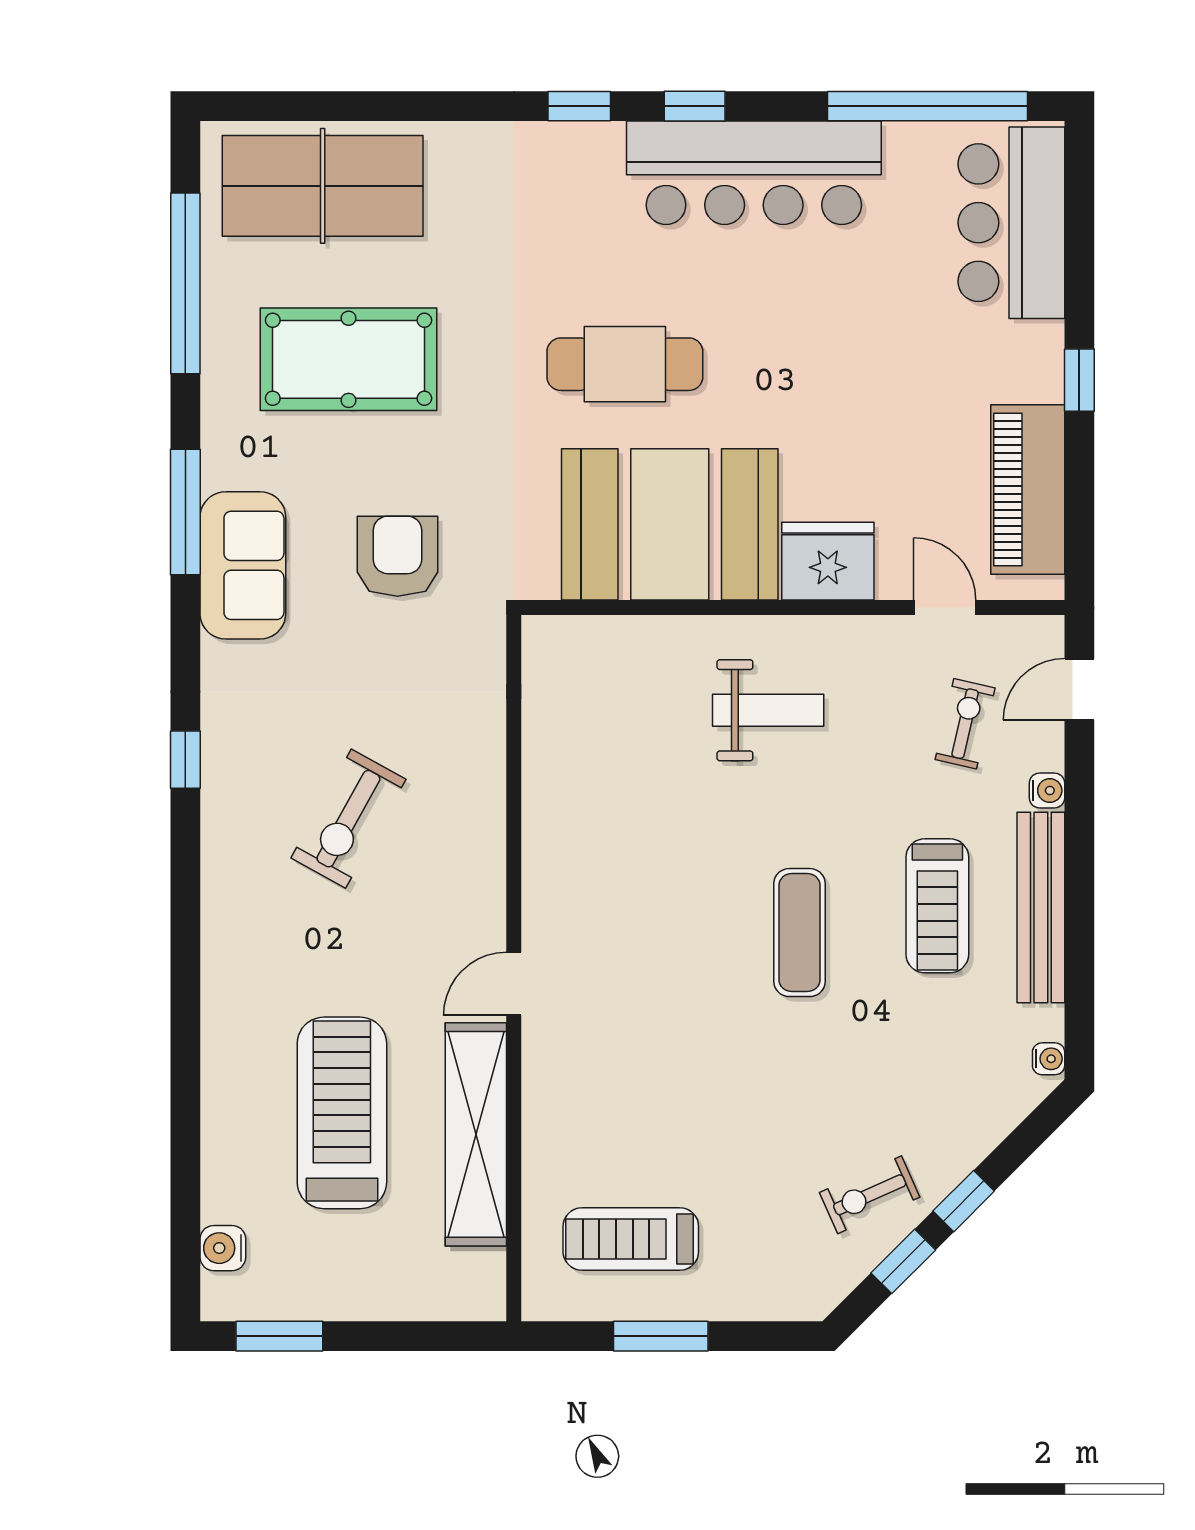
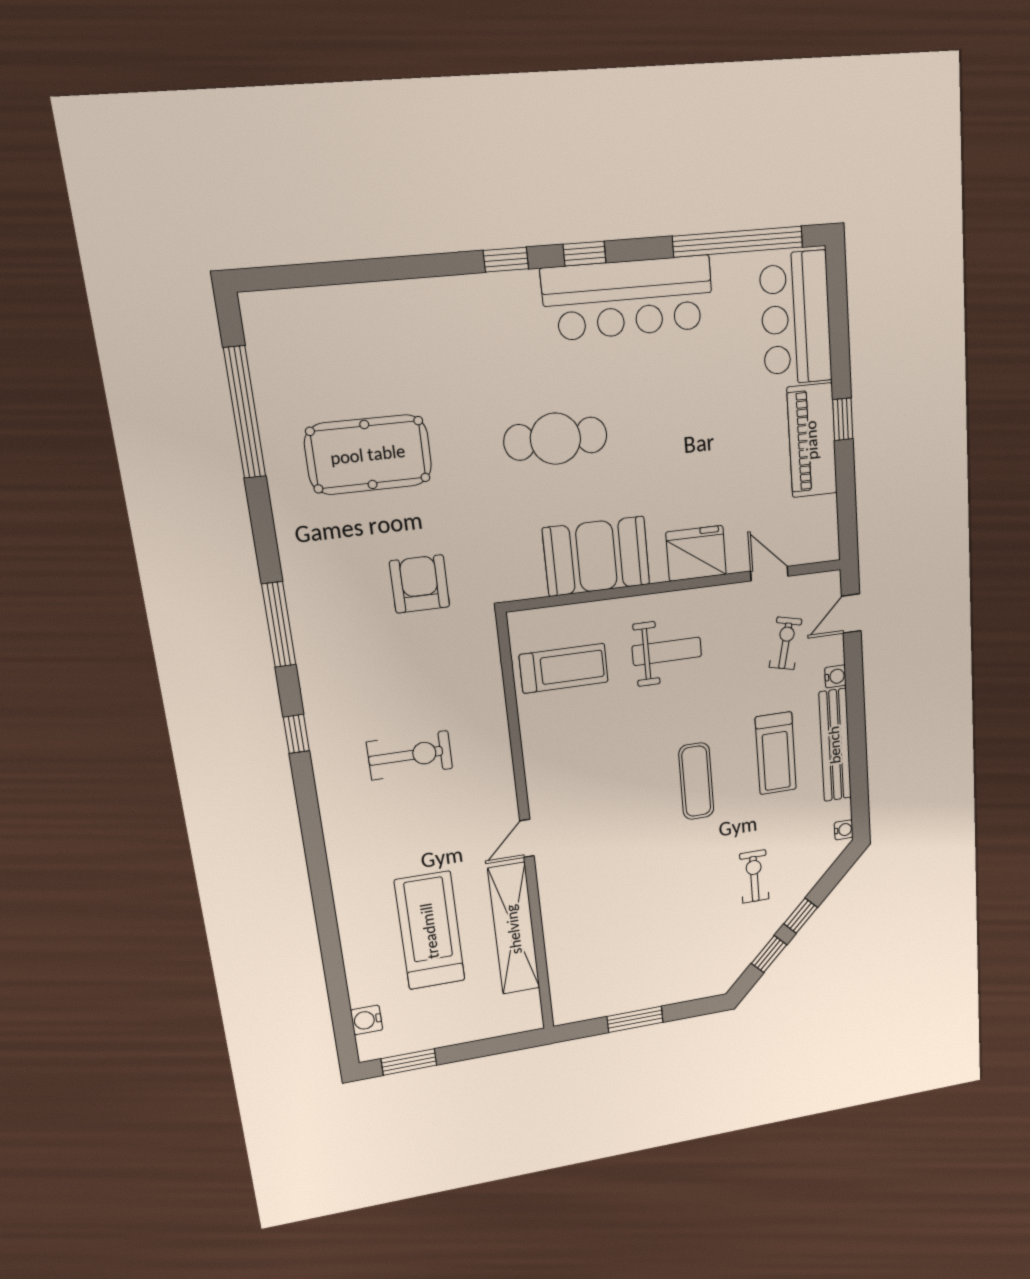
table tennis table: (323, 186) -> (333, 333), removed
piano: (1028, 490) -> (812, 440), moved
window: (185, 512) -> (279, 625), moved
booth: (670, 524) -> (596, 556), width x0.73, depth x0.70
sofa: (243, 565) -> (316, 603), removed
exercise bike: (348, 819) -> (410, 755), turned -119
exercise bike: (870, 1195) -> (754, 876), moved, turned 114
treadmill: (631, 1239) -> (564, 668), moved, turned 180

